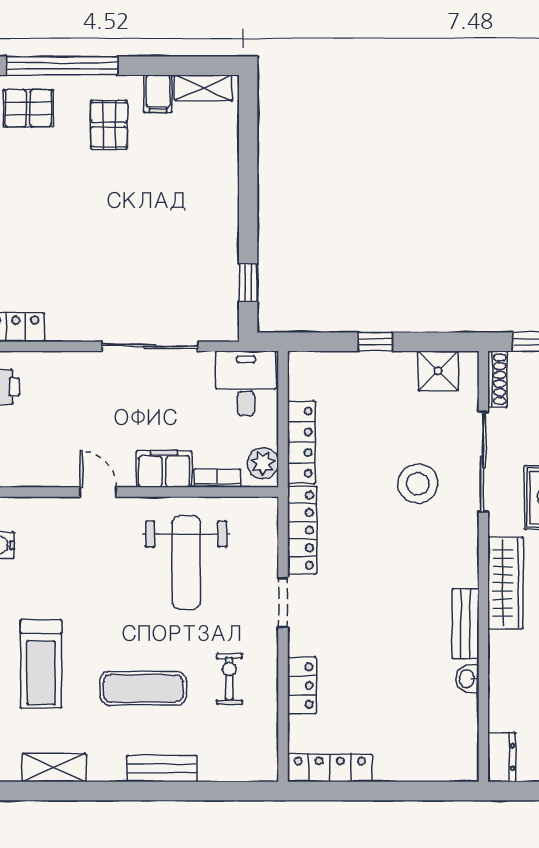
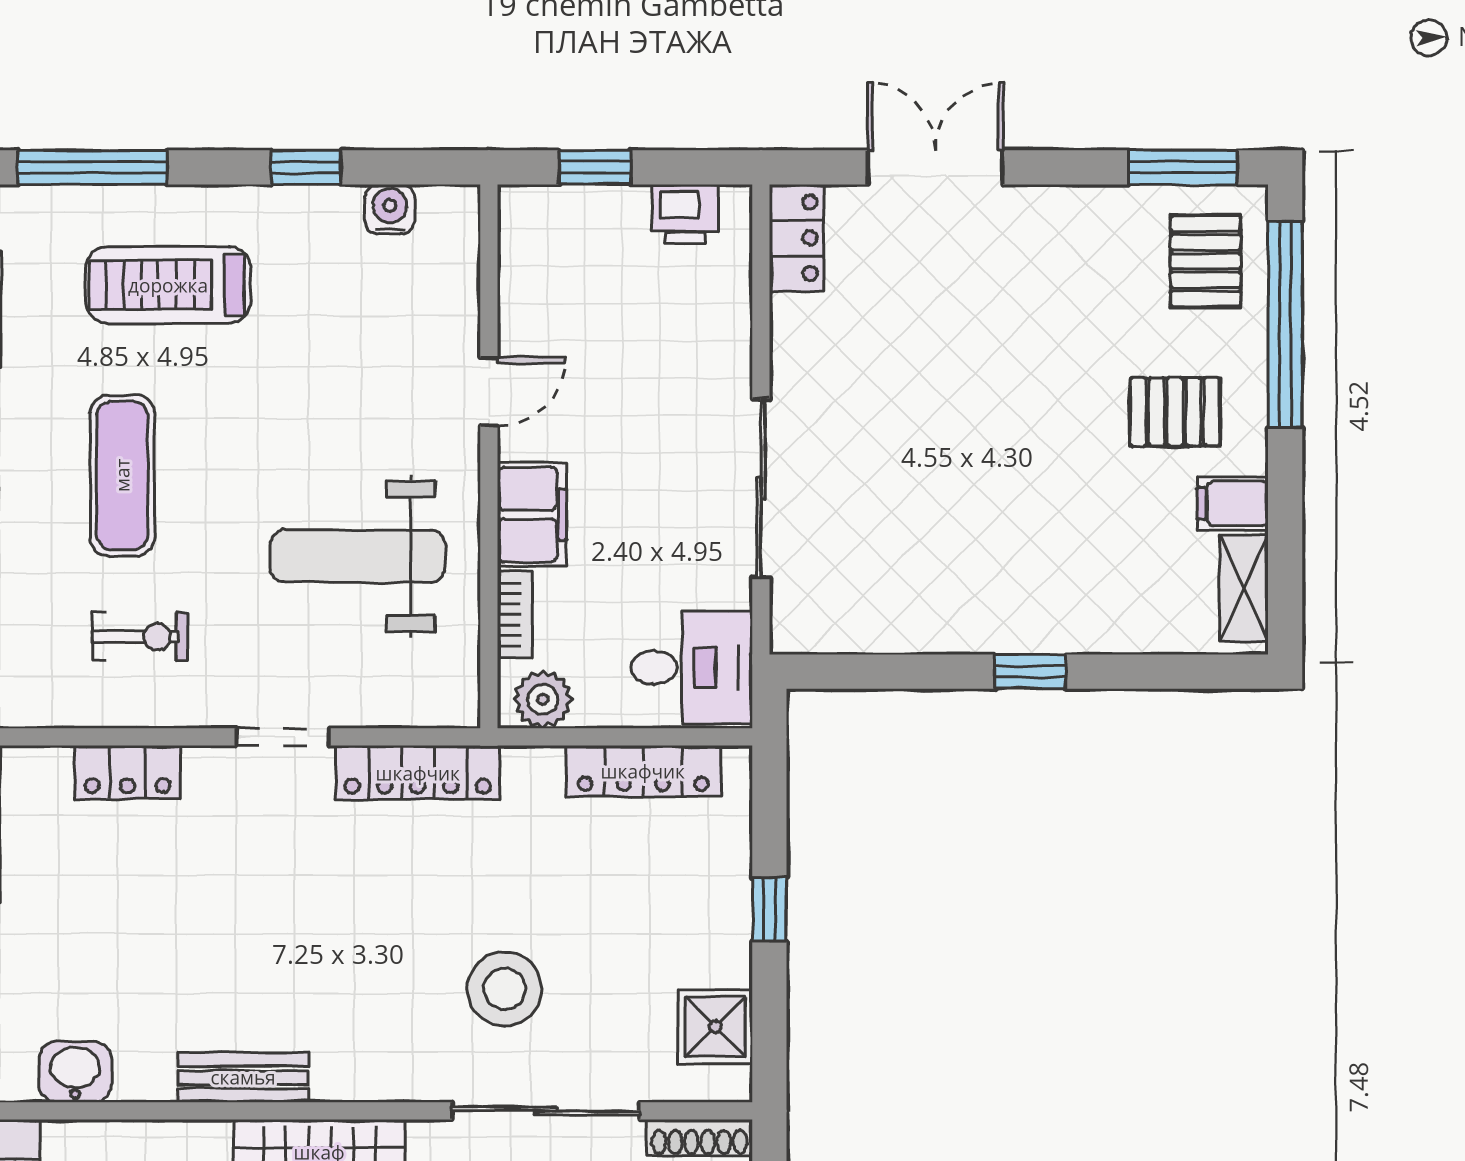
window: (248, 283) -> (1030, 672), moved
locker: (301, 442) -> (643, 771), moved
washbasin: (467, 679) -> (75, 1072), moved, width x1.38, depth x1.45

